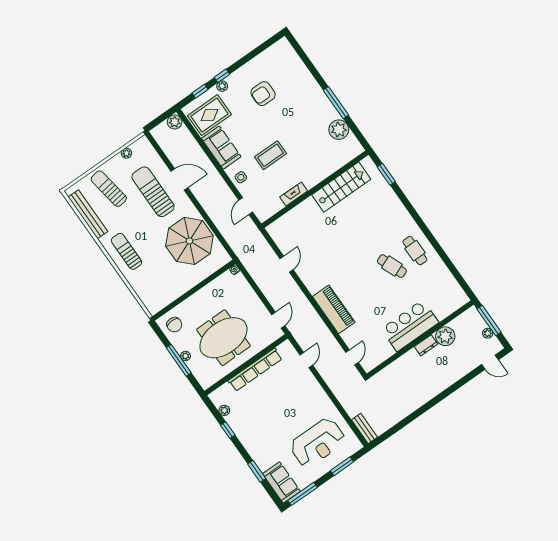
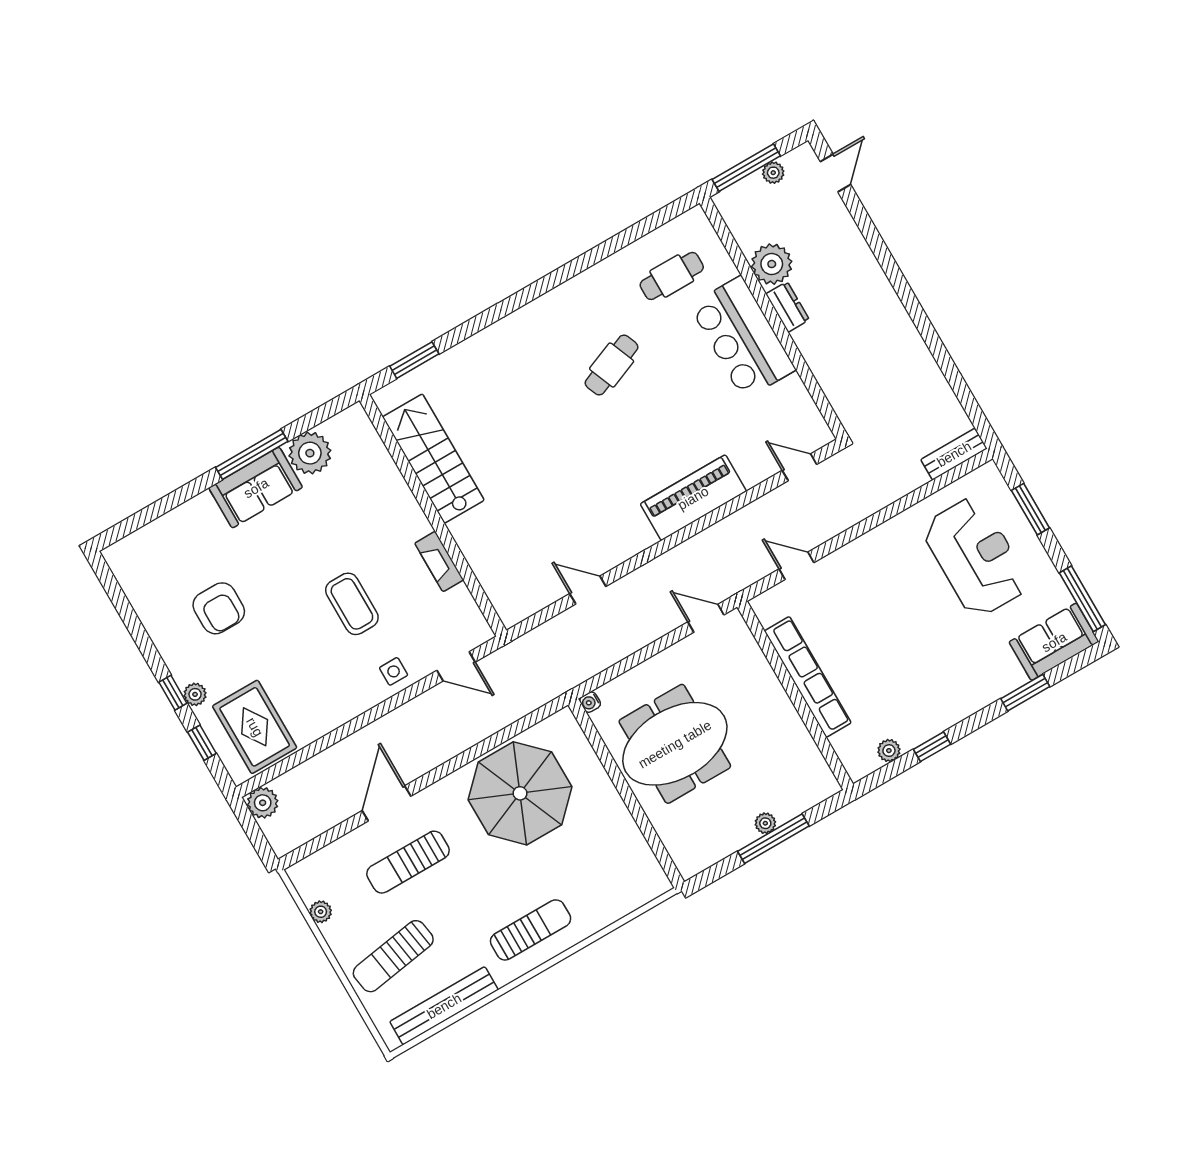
sofa: (221, 148) -> (256, 488), moved, turned 180
sun lounger: (153, 192) -> (408, 862), width x0.73, depth x0.75
sun lounger: (126, 251) -> (531, 930), turned 180
cafe table: (415, 251) -> (672, 276), moved
chair: (174, 325) -> (696, 841), removed
meeting table: (223, 338) -> (675, 744), moved, turned 90

